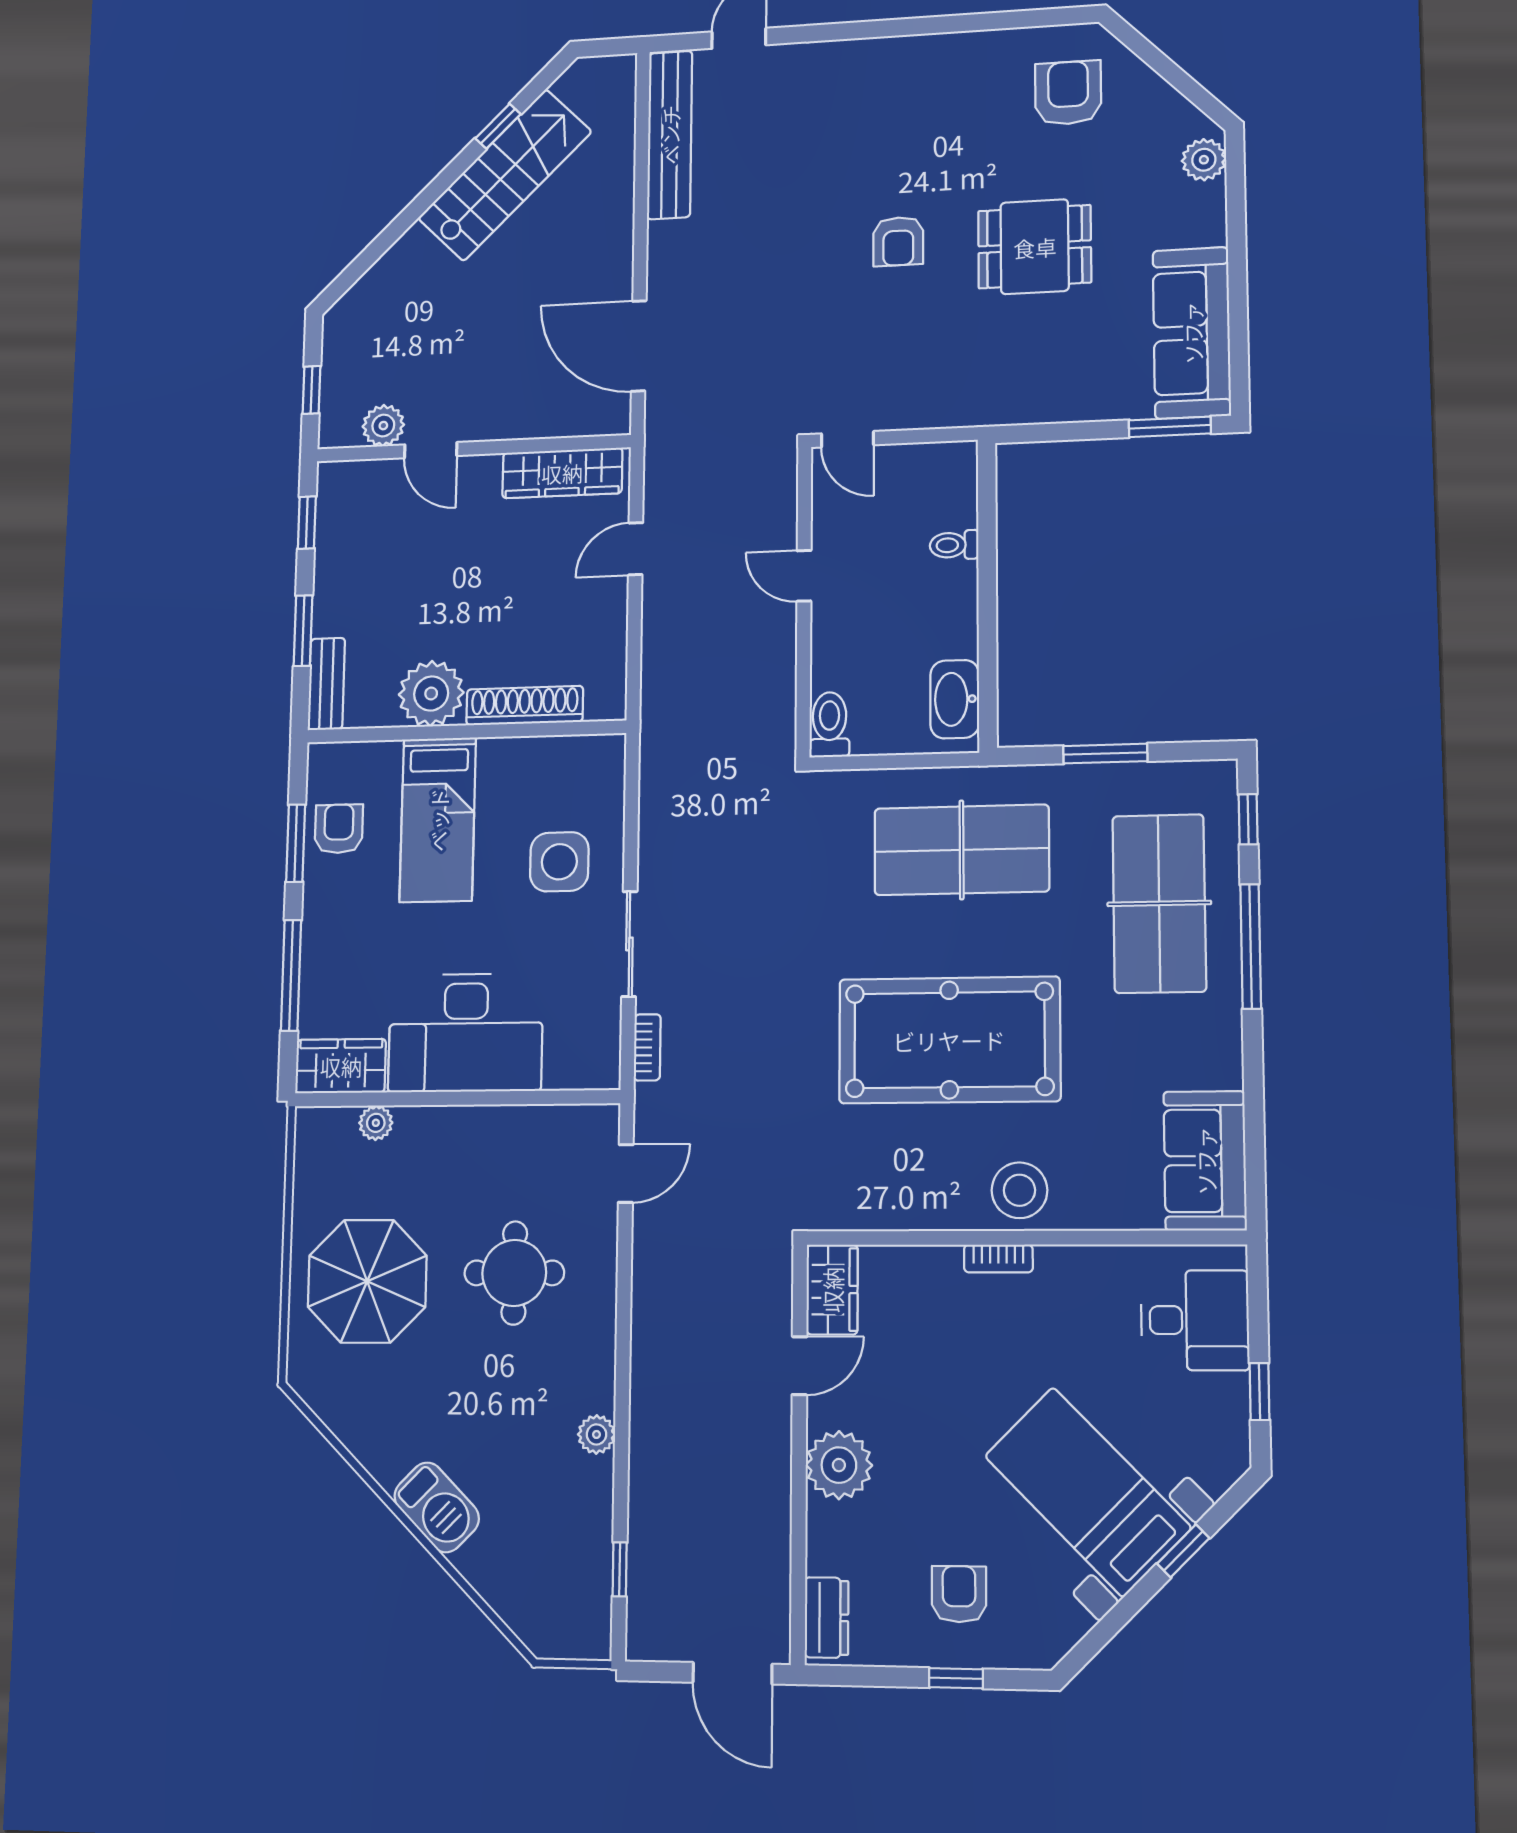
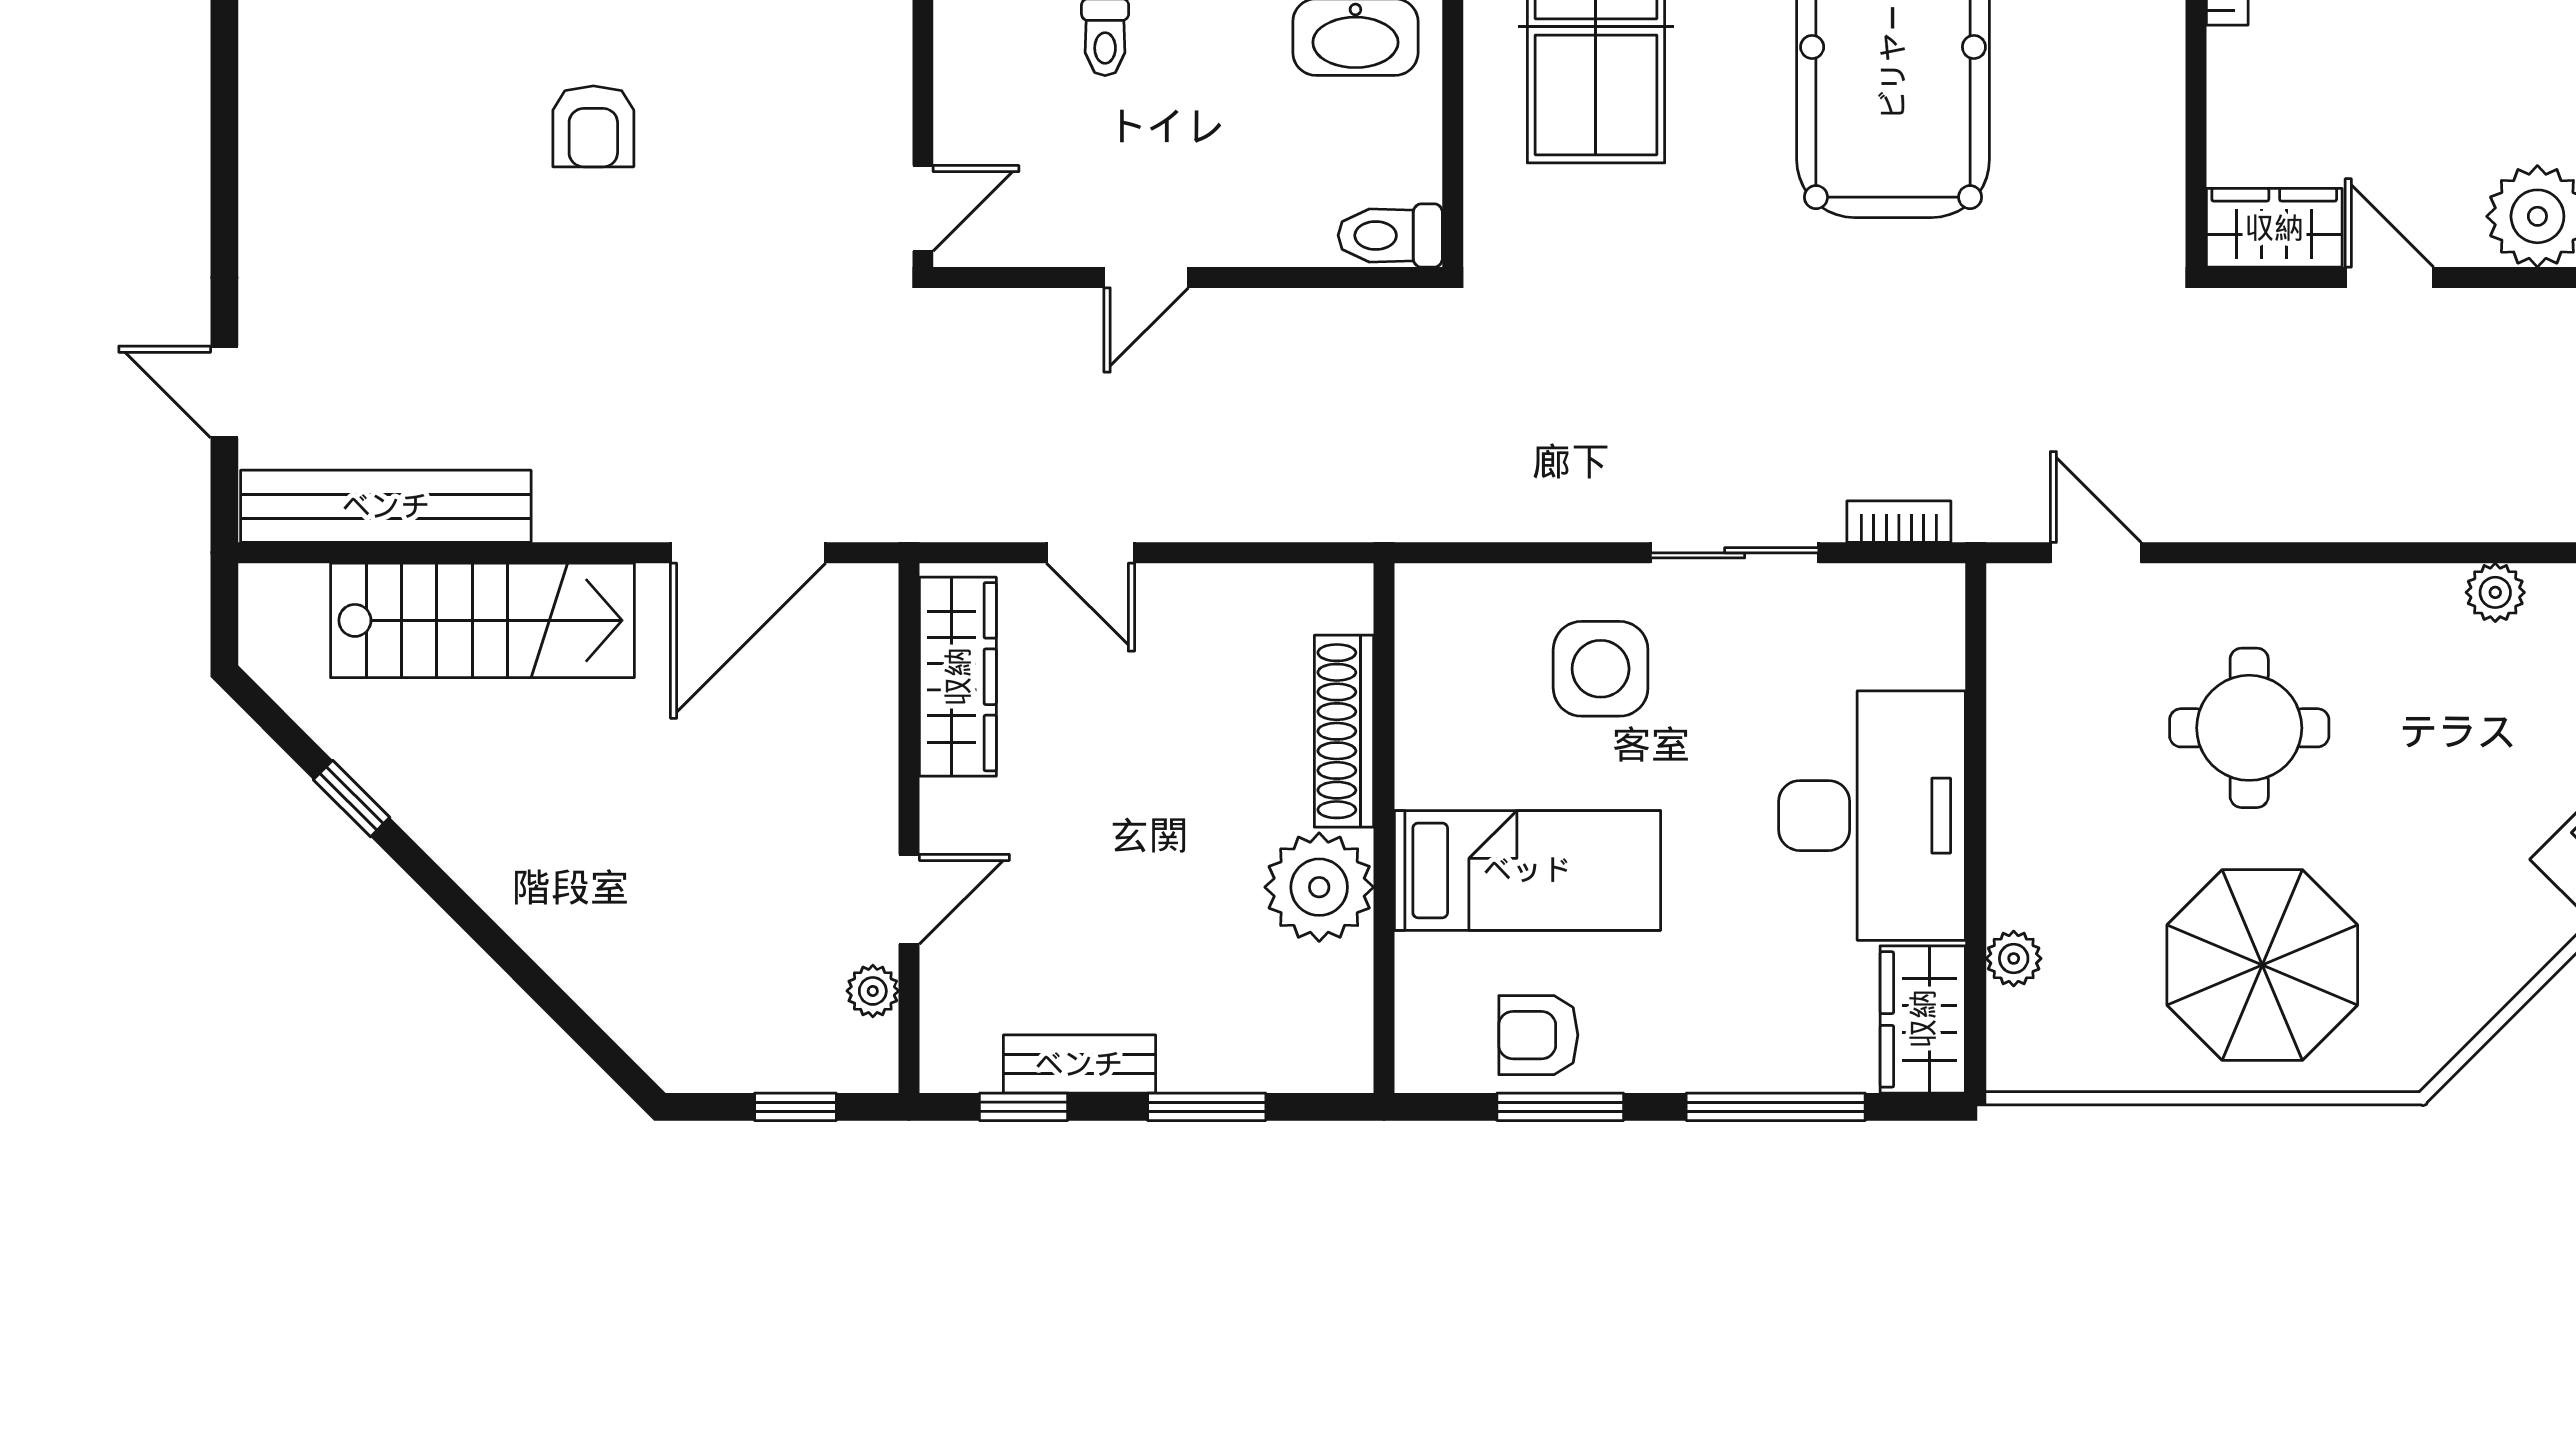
stairs: (505, 175) -> (482, 620), moved, turned 135
armchair: (898, 241) -> (593, 126), turned 90
plant: (383, 426) -> (873, 991), width x0.73, depth x0.73
bench: (326, 684) -> (1079, 1064), moved

